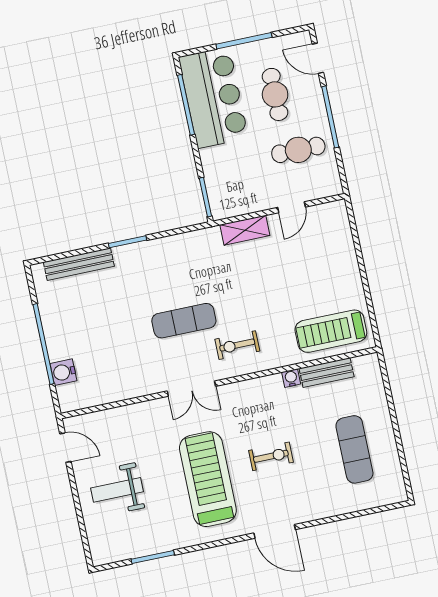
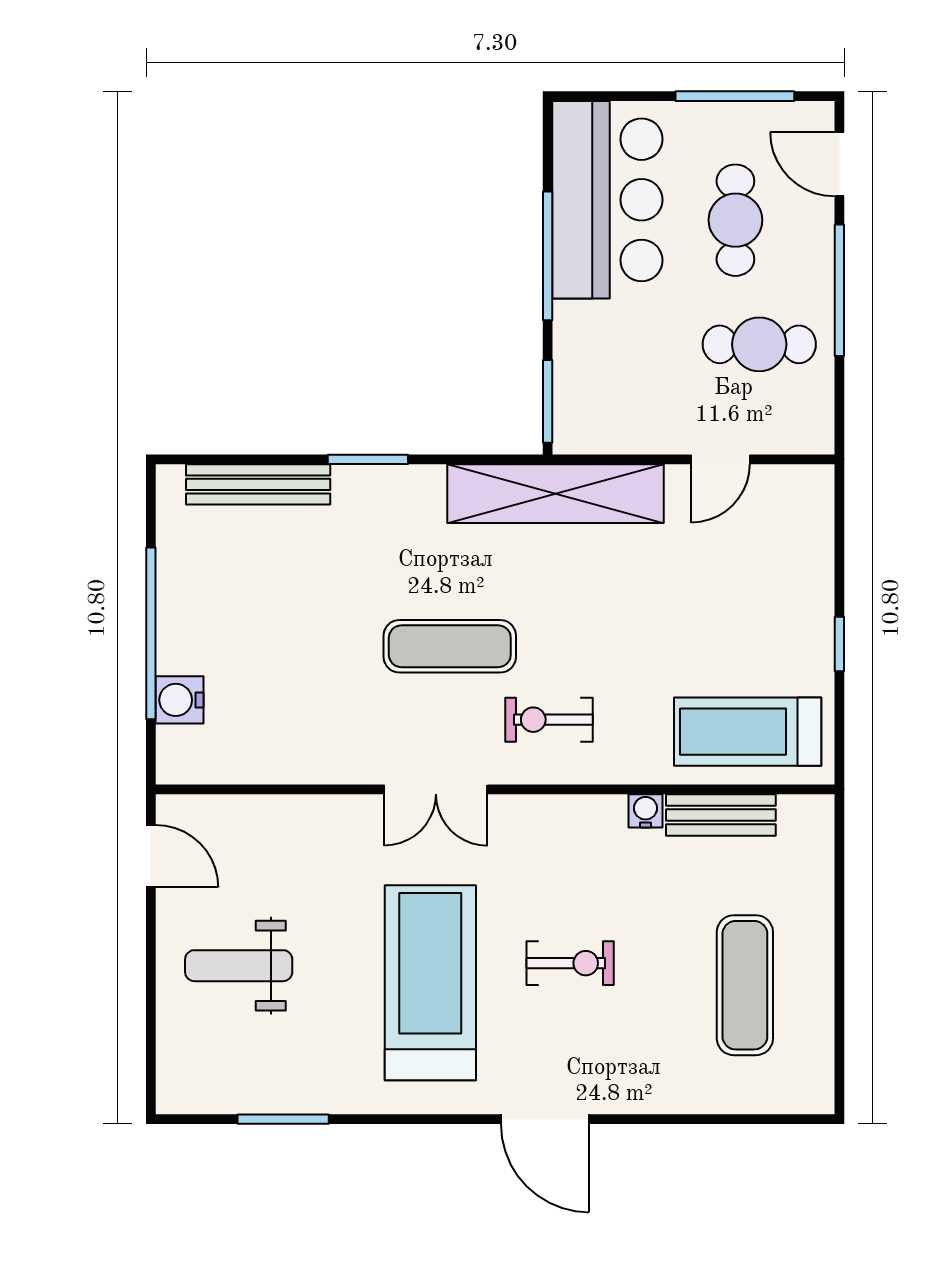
window: (244, 41) -> (735, 96), moved
window: (186, 105) -> (548, 256), moved
shelving: (245, 230) -> (555, 494), width x2.20, depth x1.33
window: (365, 281) -> (839, 644), added

